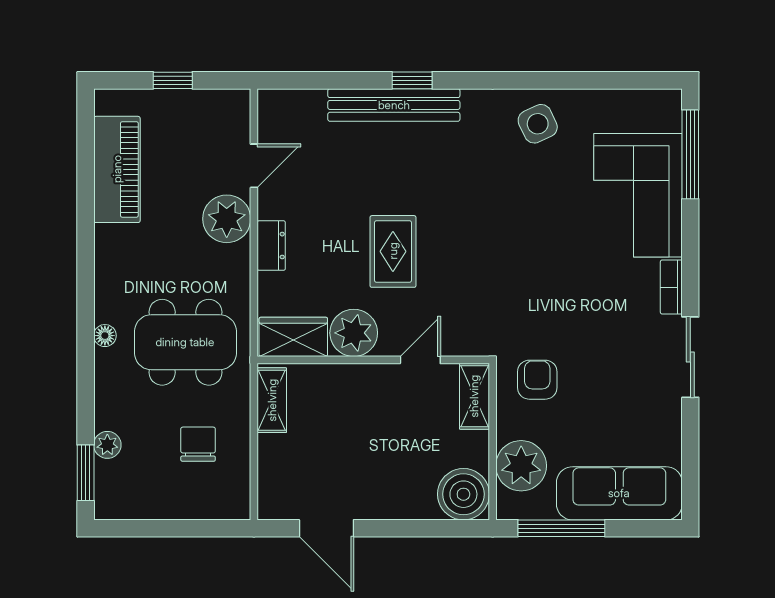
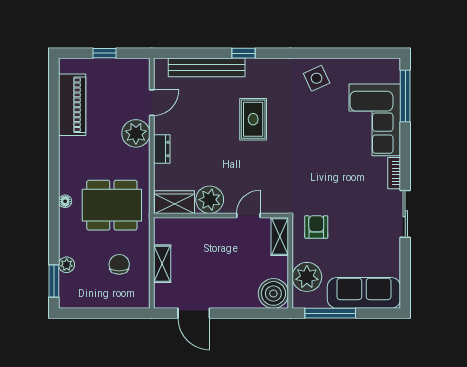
bench: (394, 105) -> (207, 67), moved
rug: (393, 251) -> (253, 119), moved
shelving: (272, 400) -> (162, 264), moved

